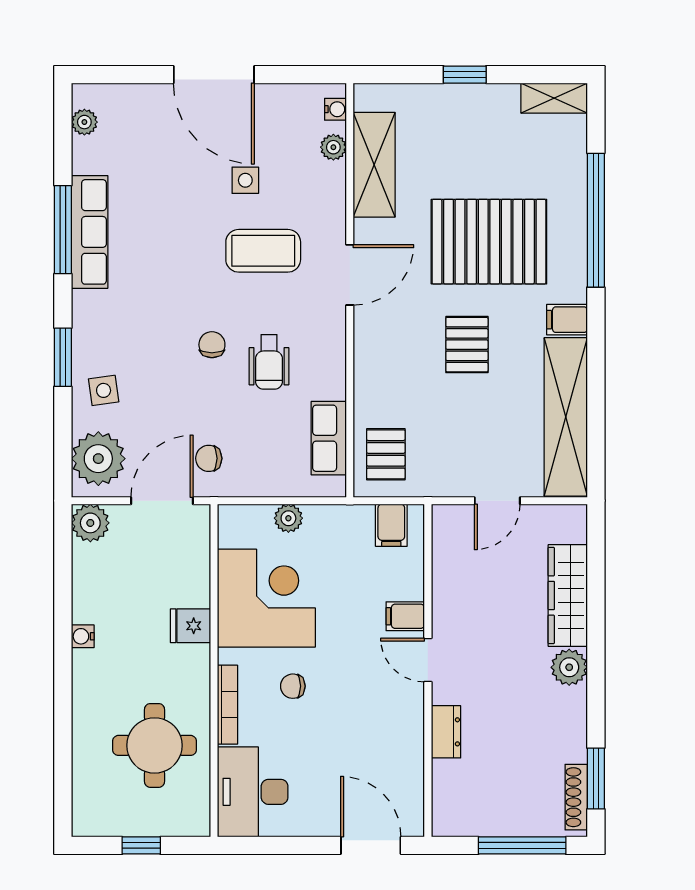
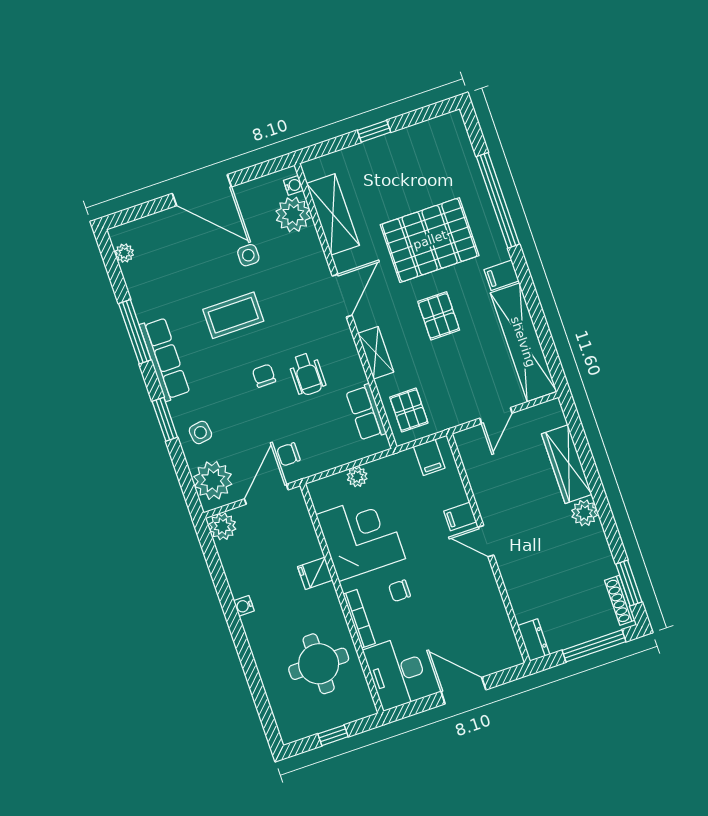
shelving: (554, 98) -> (376, 353), moved, turned 90
plant: (333, 147) -> (293, 215), width x1.87, depth x1.87
row of seats: (90, 232) -> (165, 359), moved
coffee table: (263, 251) -> (233, 315), moved
dresser: (446, 732) -> (534, 640), moved
door: (371, 845) -> (463, 691), moved

